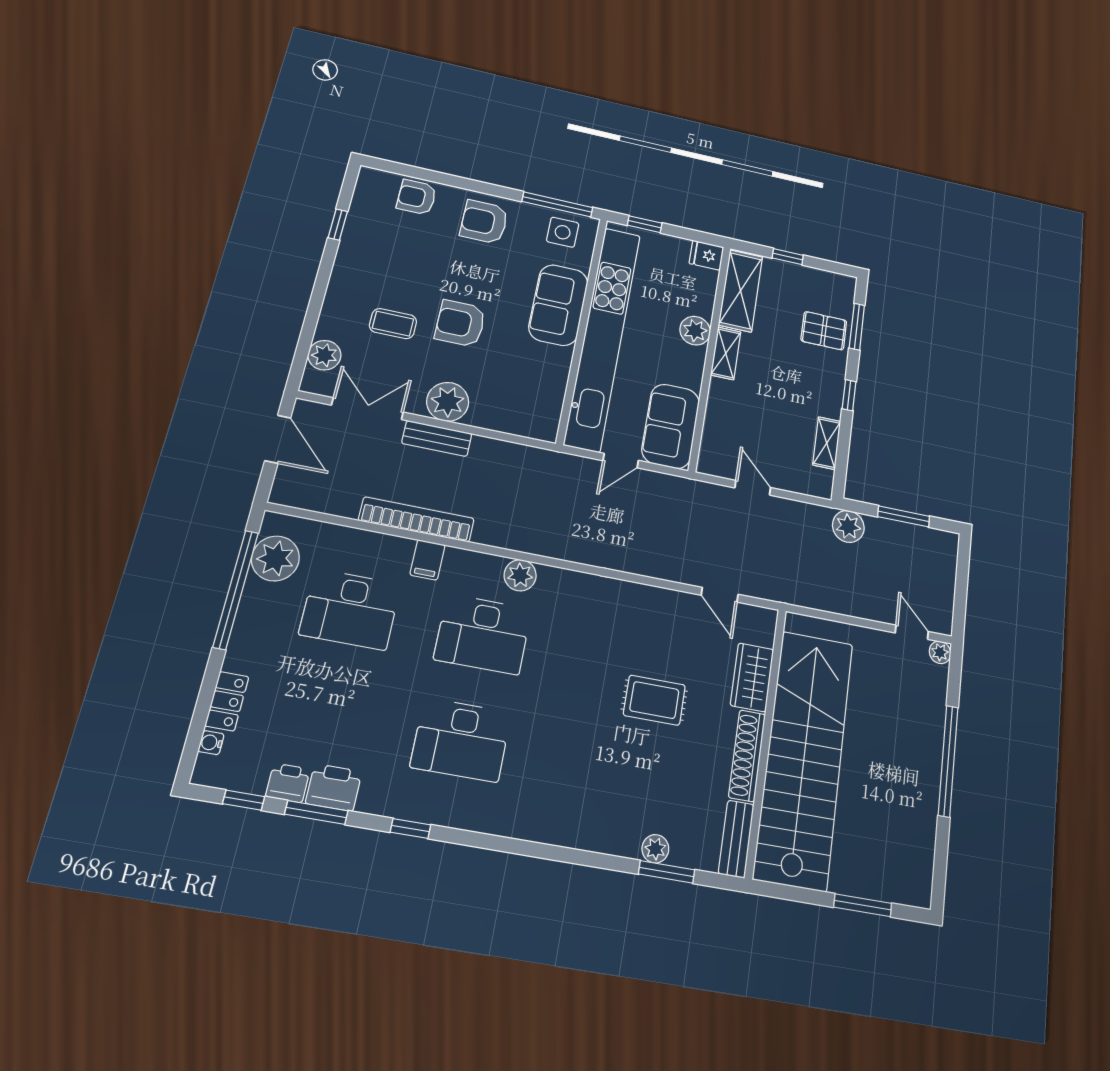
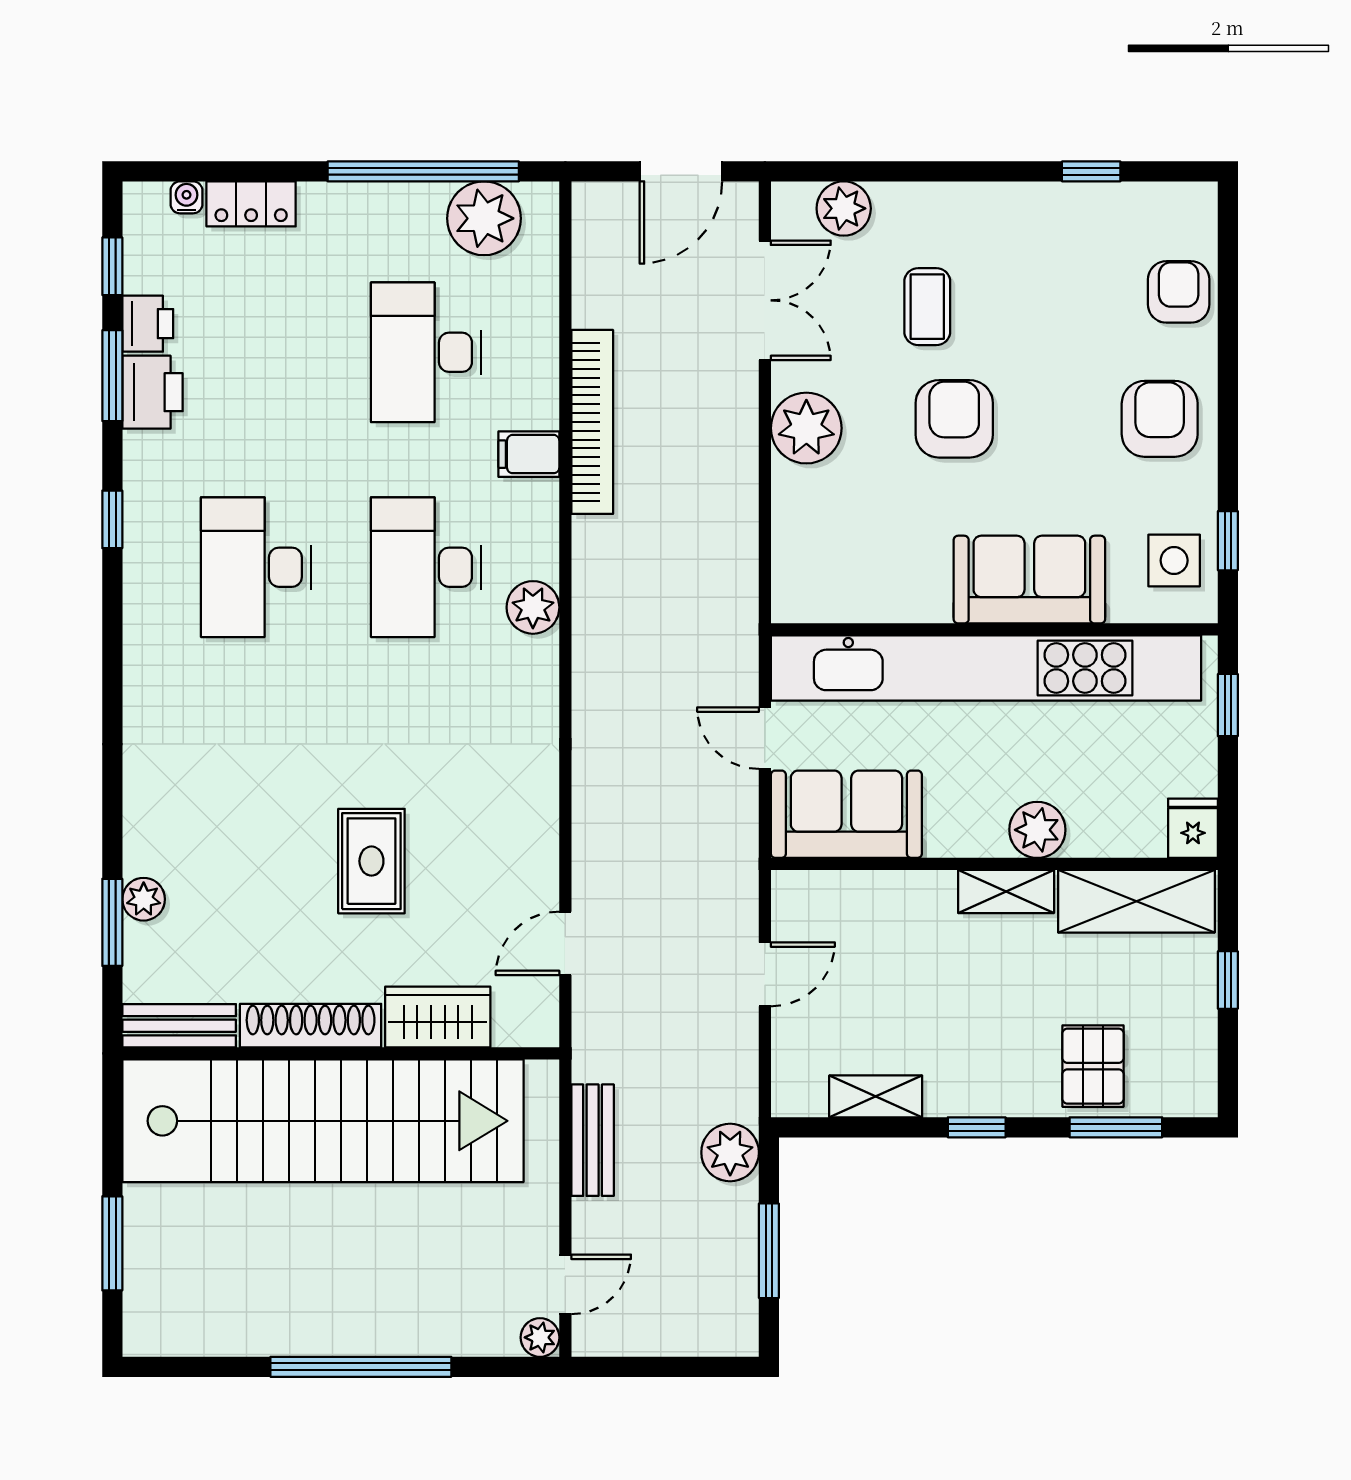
window: (557, 204) -> (1228, 541), width x0.46
bench: (437, 438) -> (593, 1140), moved

